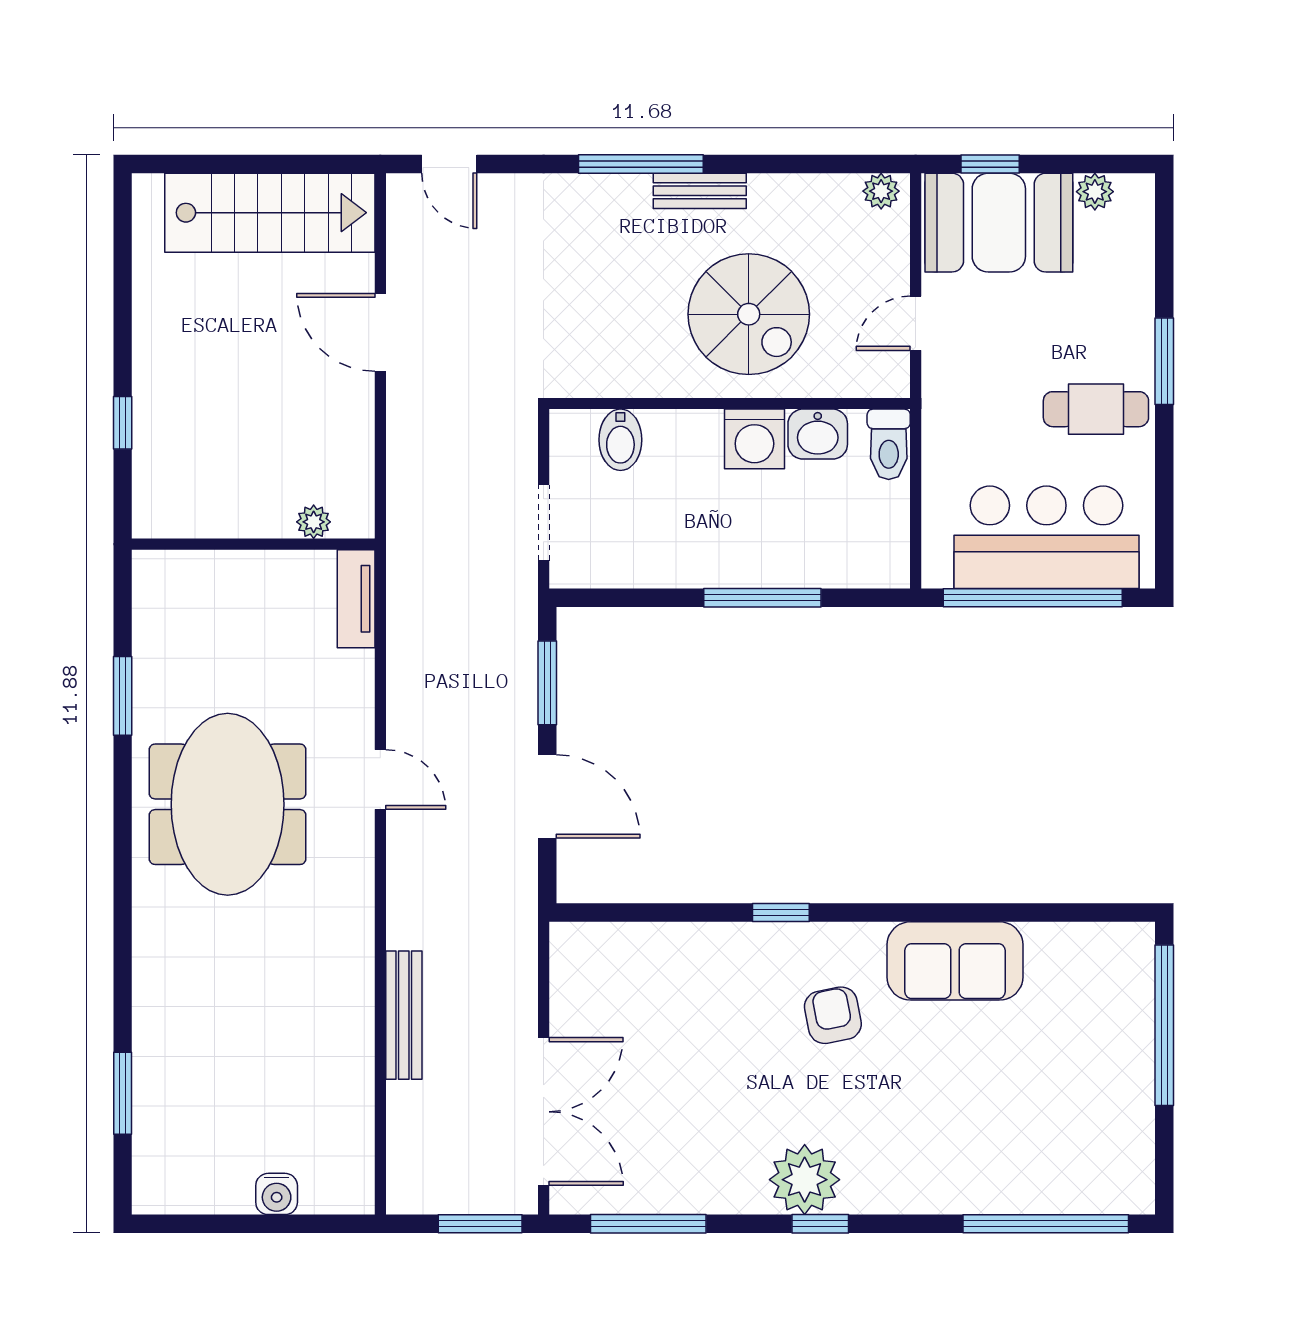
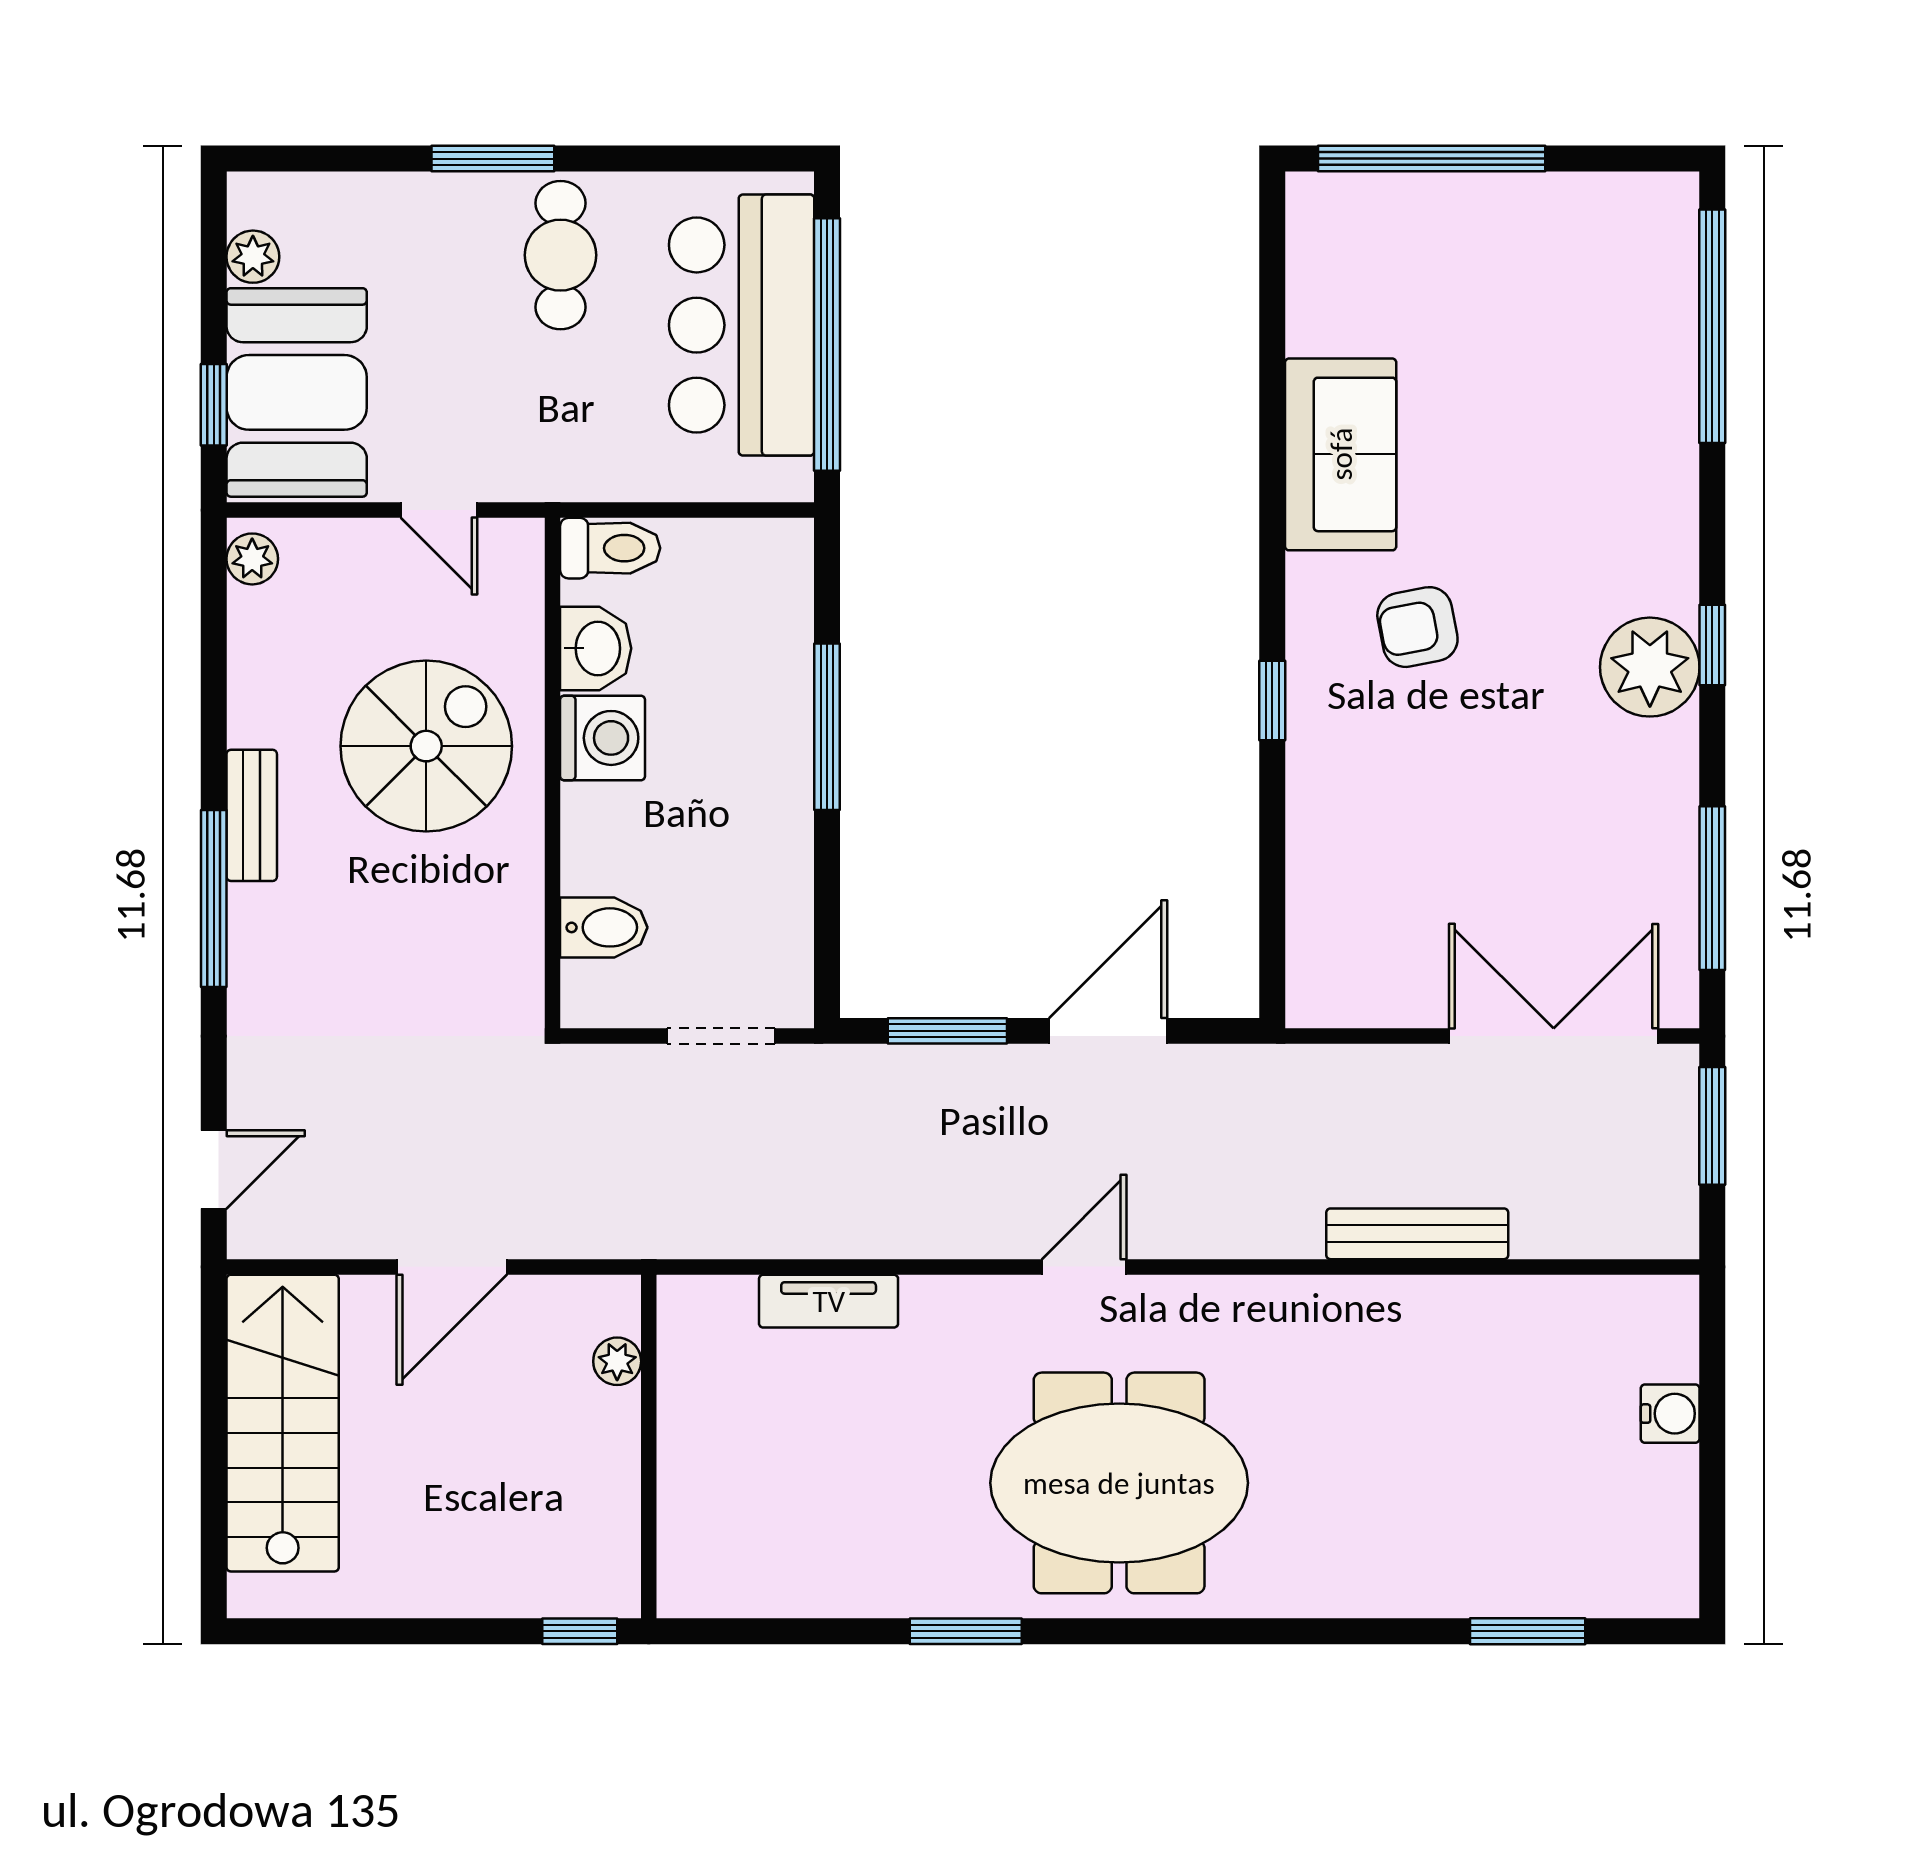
plant: (314, 522) -> (617, 1361), moved
wall: (253, 544) -> (649, 1447), moved

